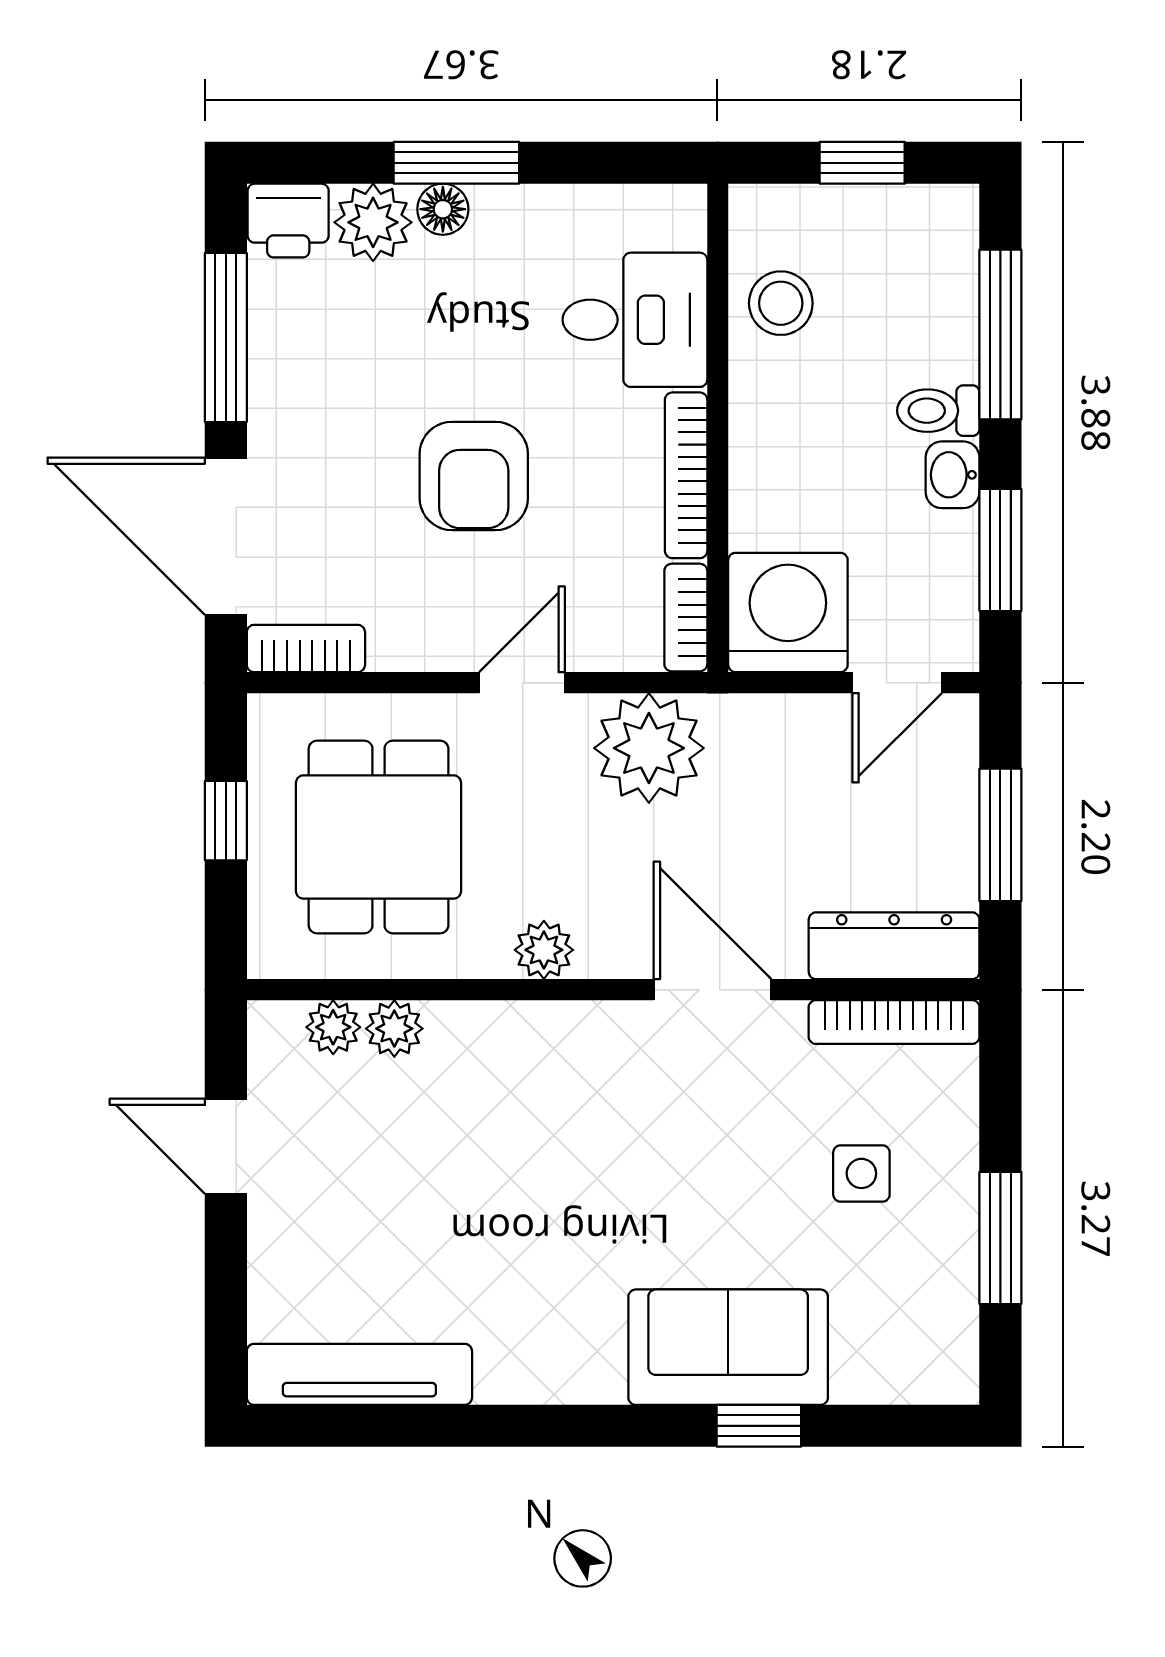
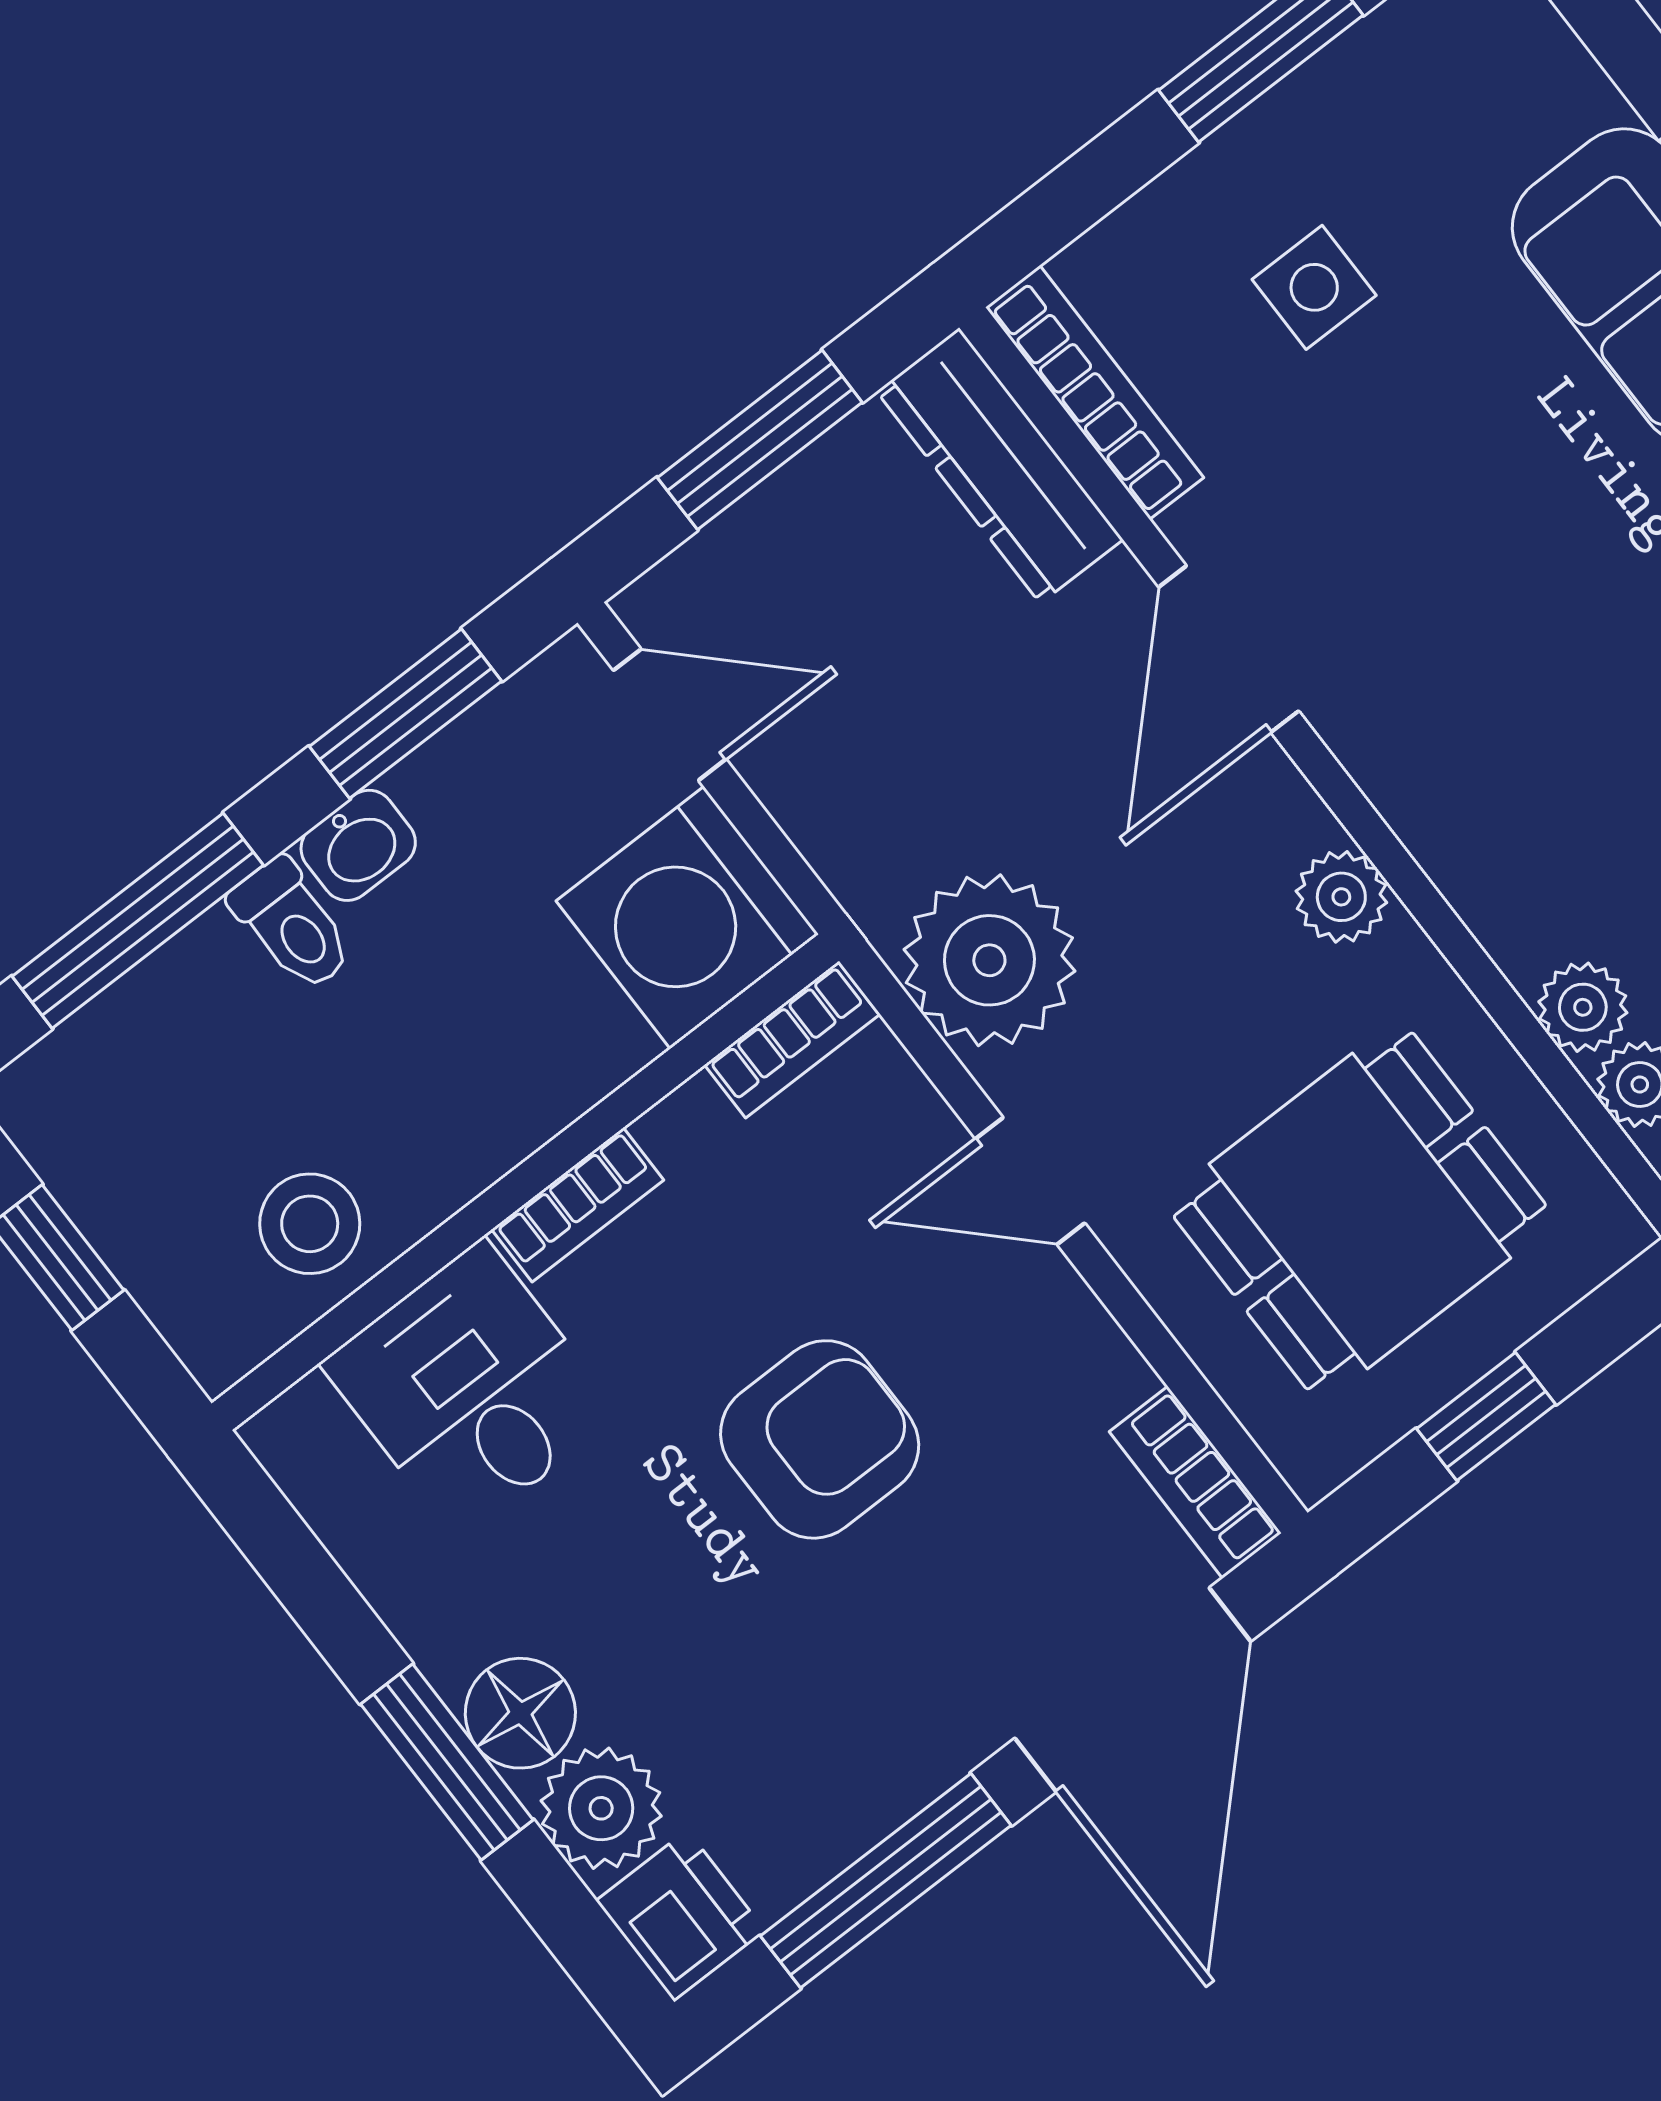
floor lamp: (443, 209) -> (520, 1713), width x1.37, depth x1.37
bookcase: (686, 475) -> (578, 1205), width x0.64

